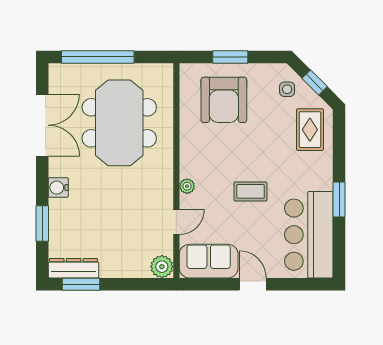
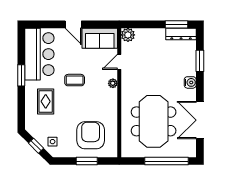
rug: (310, 130) -> (46, 101), moved

